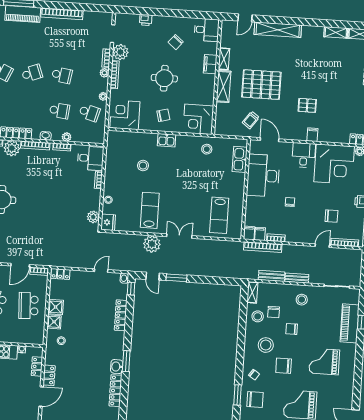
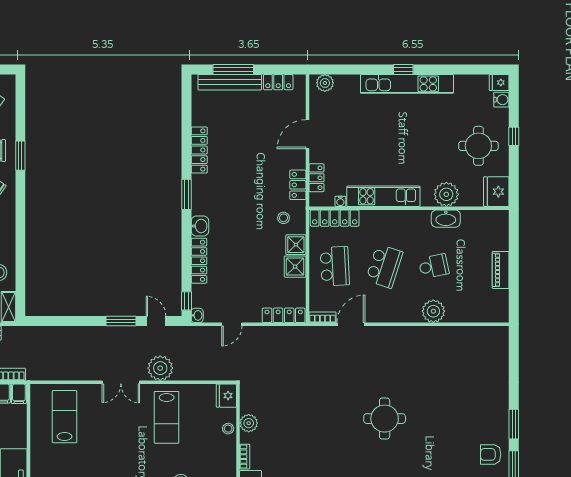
plant: (93, 217) -> (249, 423), moved
locker: (60, 274) -> (284, 315), width x1.53
locker: (26, 338) -> (335, 218), added
washbasin: (117, 367) -> (200, 226), moved
locker: (49, 375) -> (298, 185), moved

